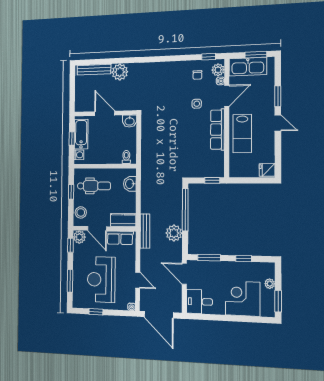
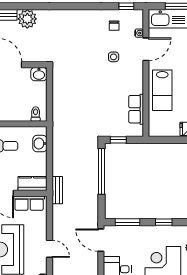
plant: (218, 70) -> (137, 21), removed
row of seats: (218, 130) -> (136, 109), moved, width x0.68
window: (212, 180) -> (118, 140), moved
bench: (145, 231) -> (57, 190), width x0.73
plant: (174, 233) -> (89, 197), removed

